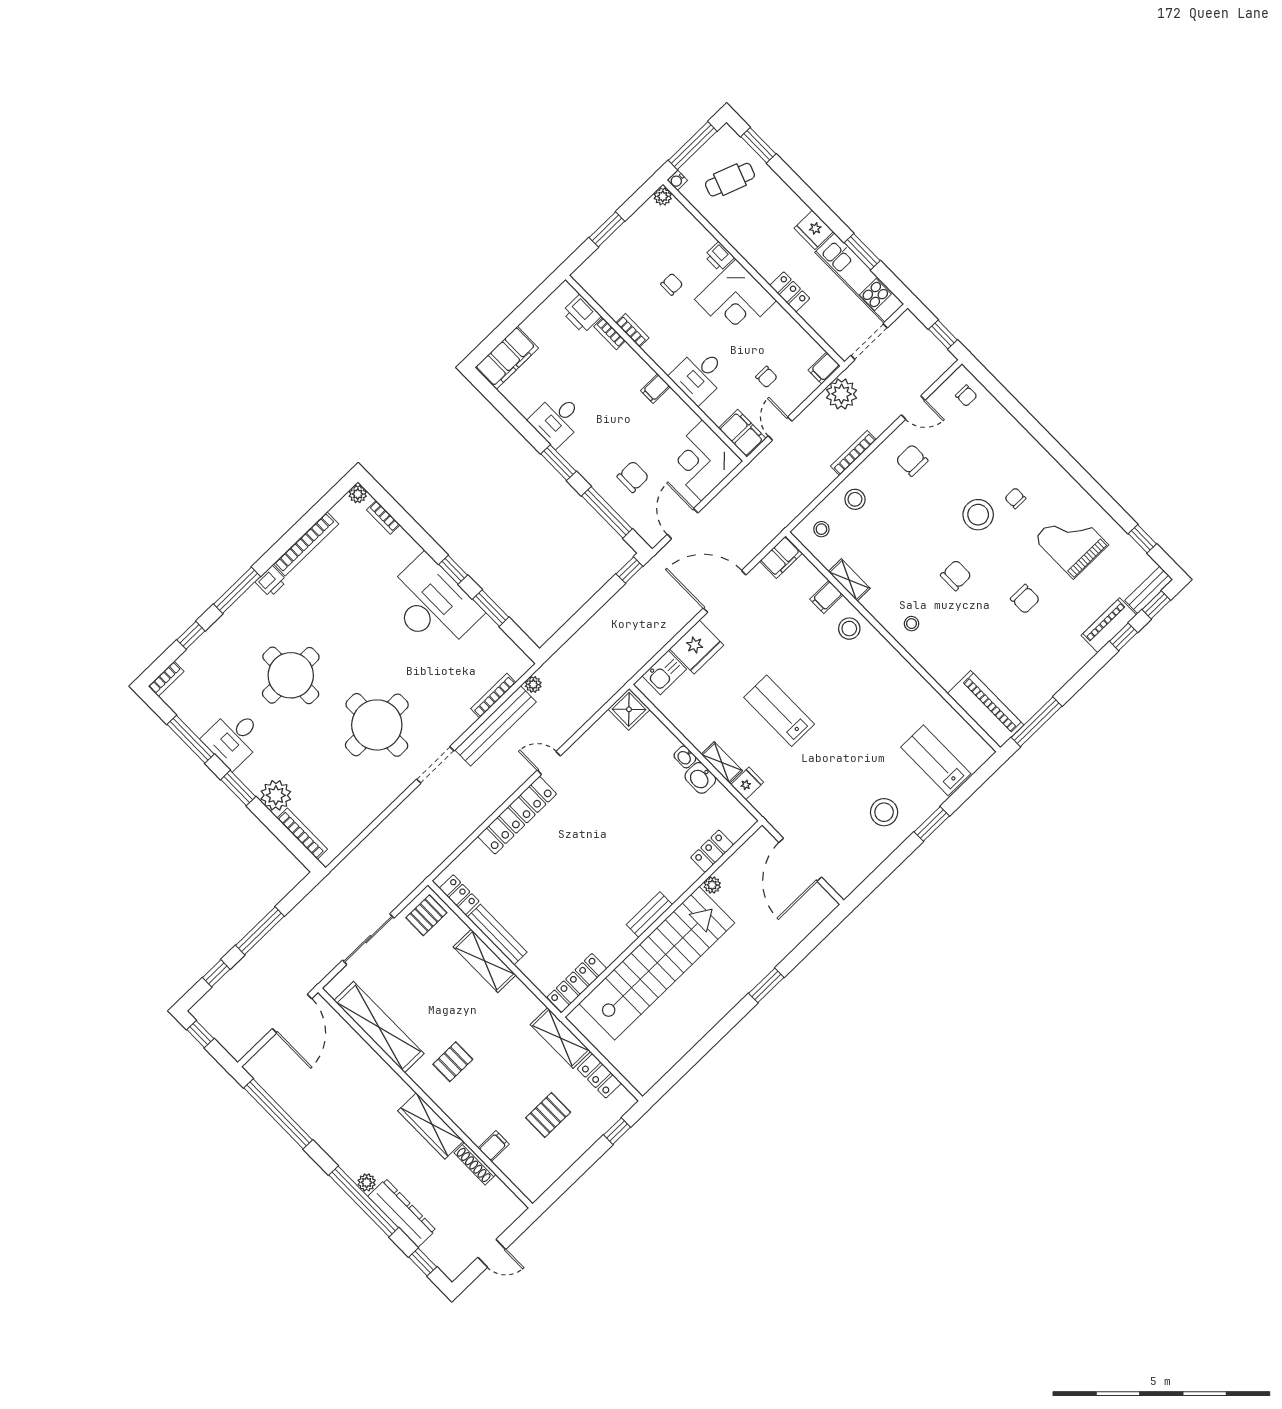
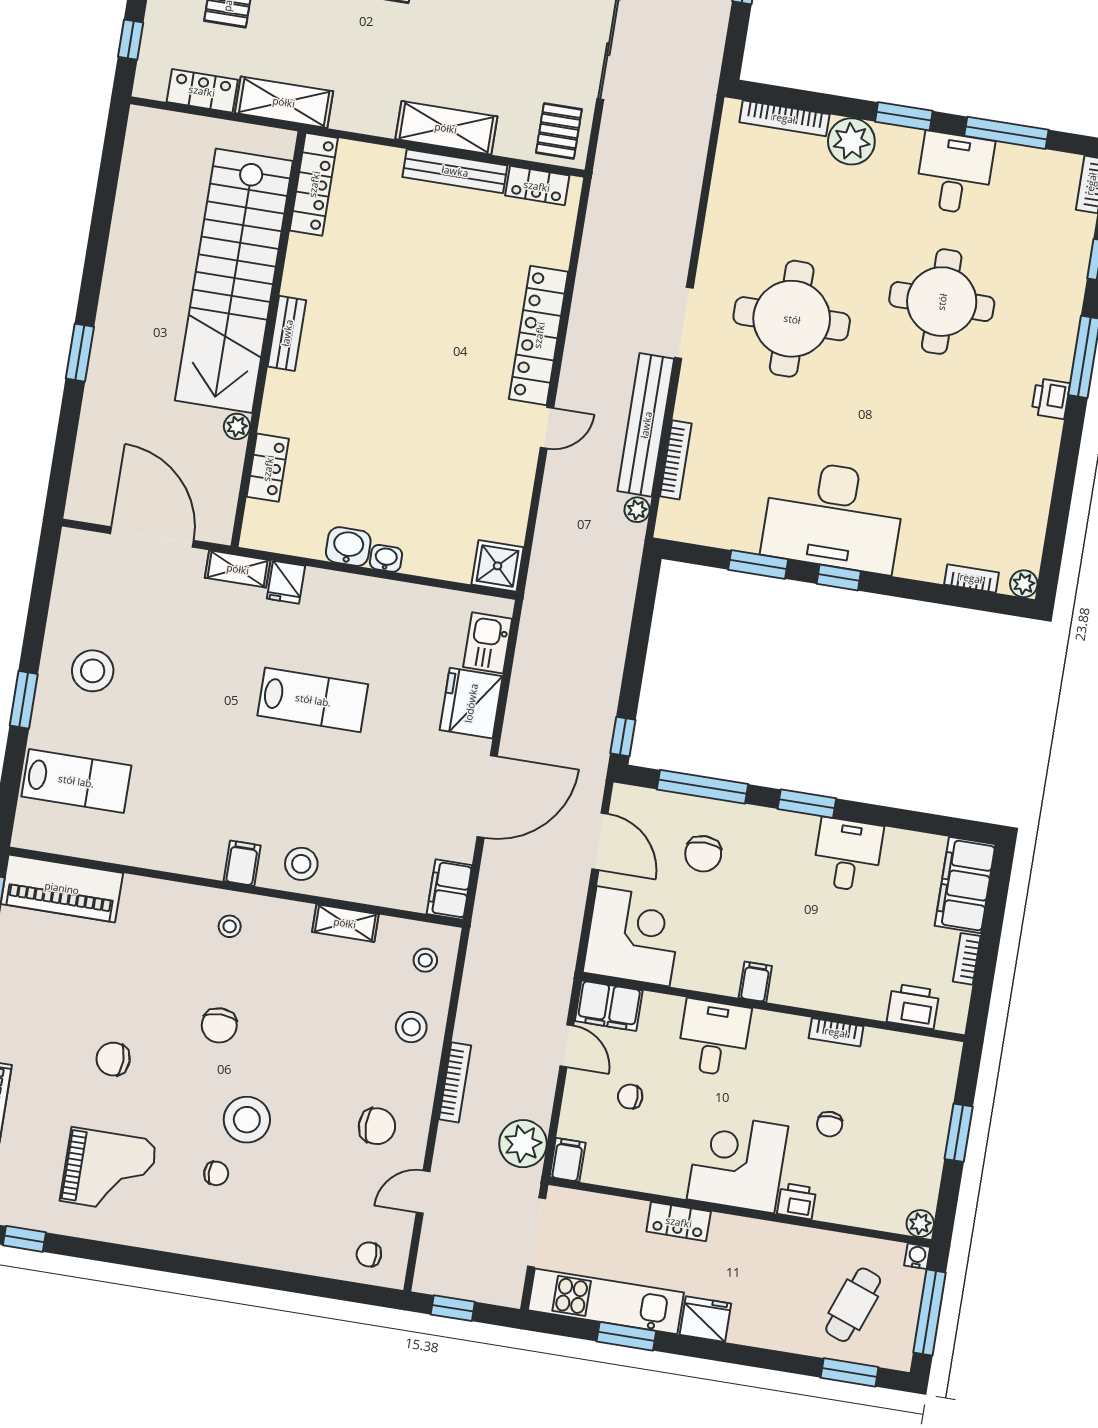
bookcase: (610, 334) -> (967, 959), moved, turned -90
bookcase: (306, 544) -> (1042, 476), removed
filing cabinet: (826, 597) -> (242, 863), moved
shelving: (722, 762) -> (238, 569), moved

